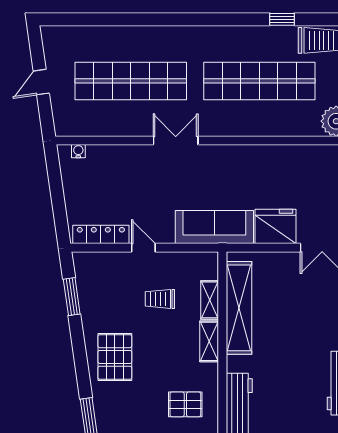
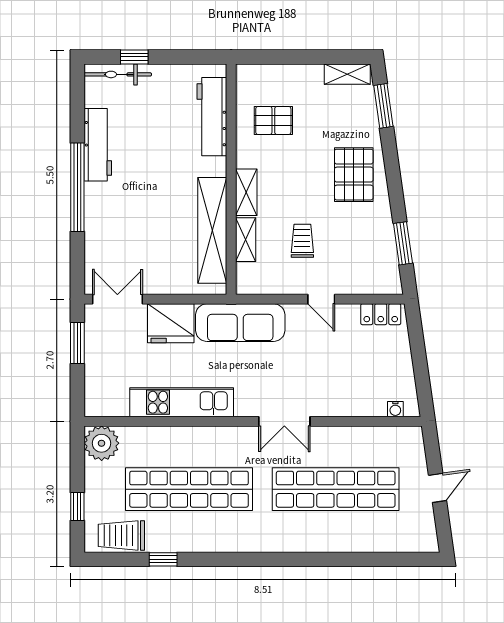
kitchen unit: (266, 157) -> (182, 402), added
locker: (101, 234) -> (381, 314), width x0.66
trolley: (160, 299) -> (302, 241), turned -90

